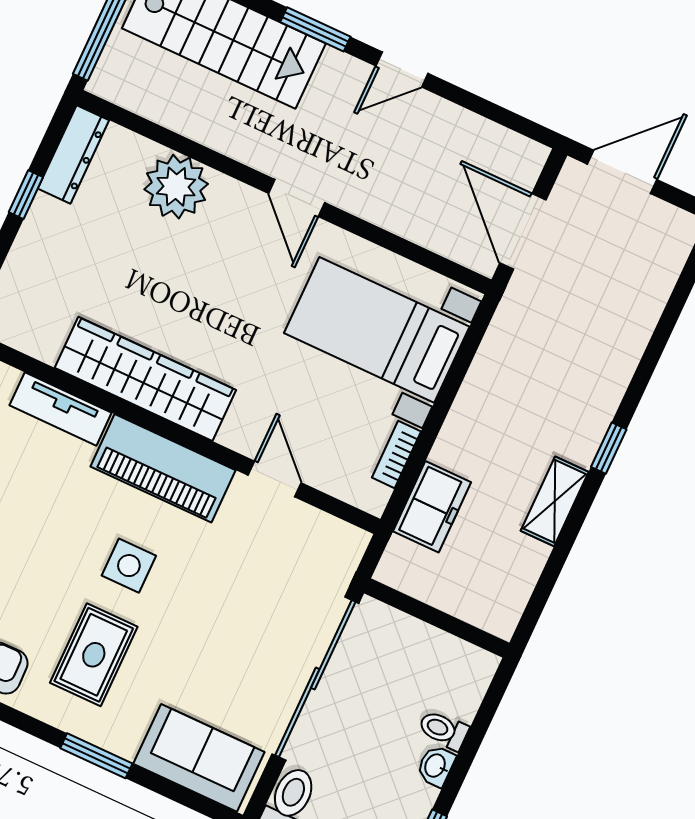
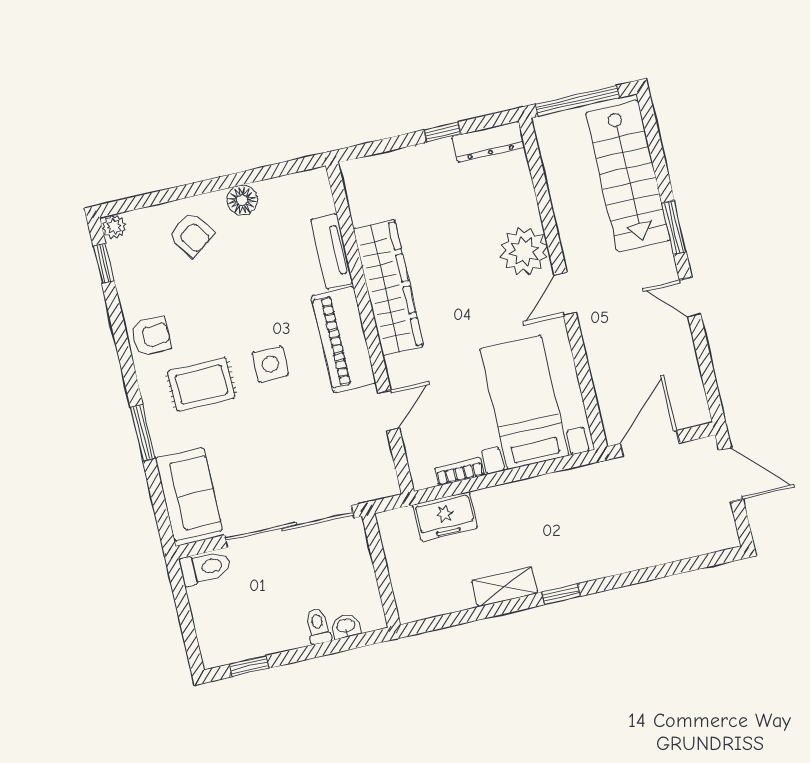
plant: (176, 187) -> (524, 251), moved
washbasin: (436, 766) -> (346, 626), moved

